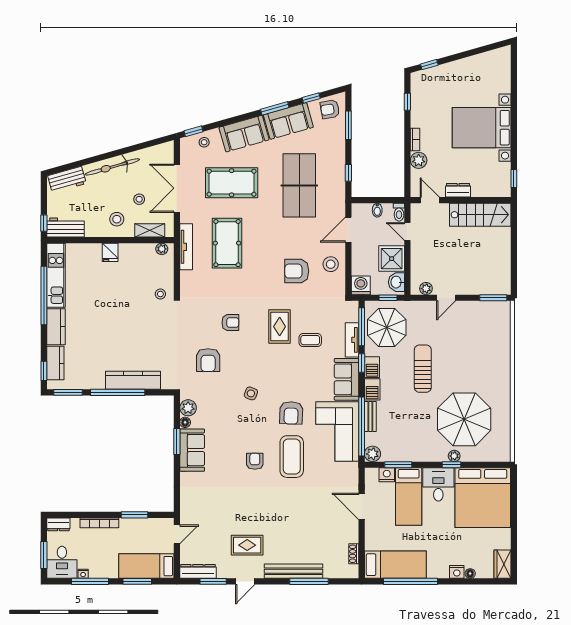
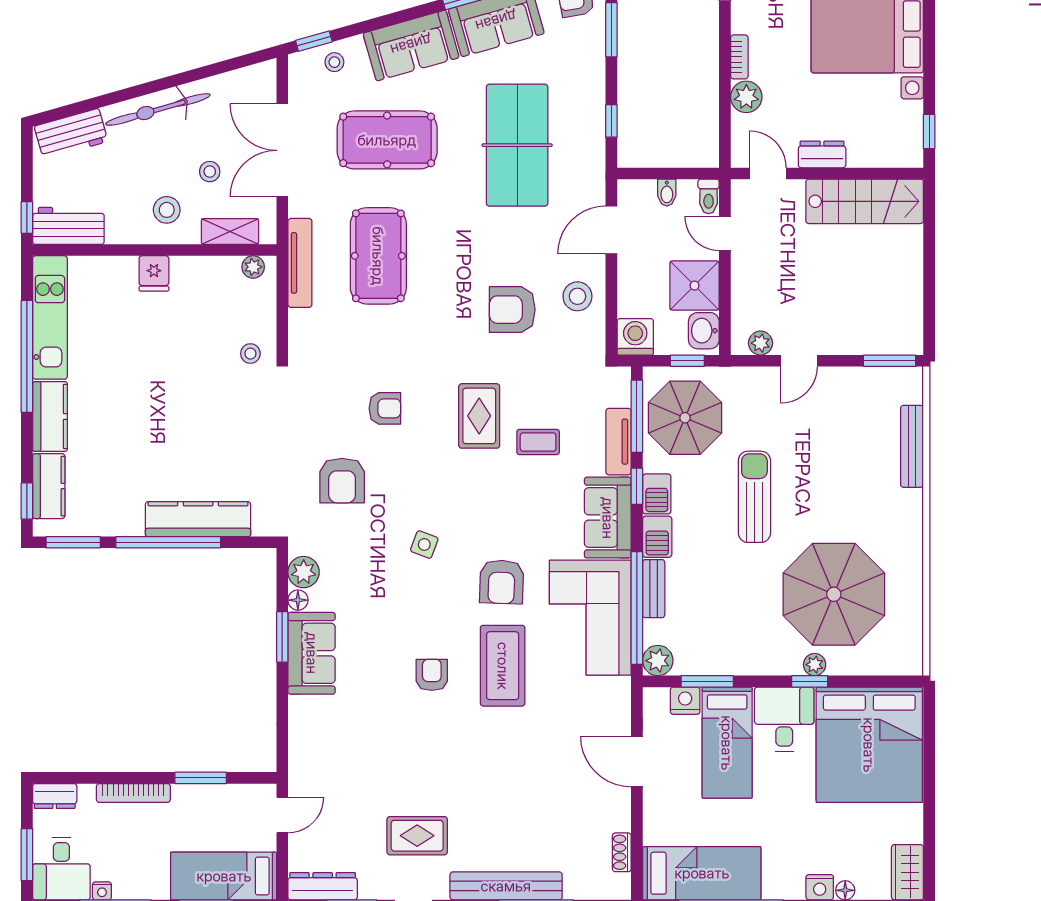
bench: (505, 342) -> (912, 446), added

